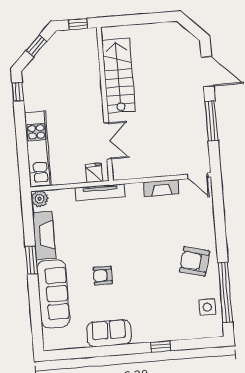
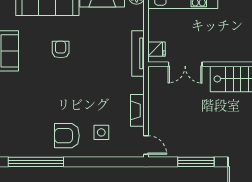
door: (198, 176) -> (146, 145), swing flipped
armchair: (195, 261) -> (67, 136), turned -105
side table: (207, 307) -> (101, 132), moved

